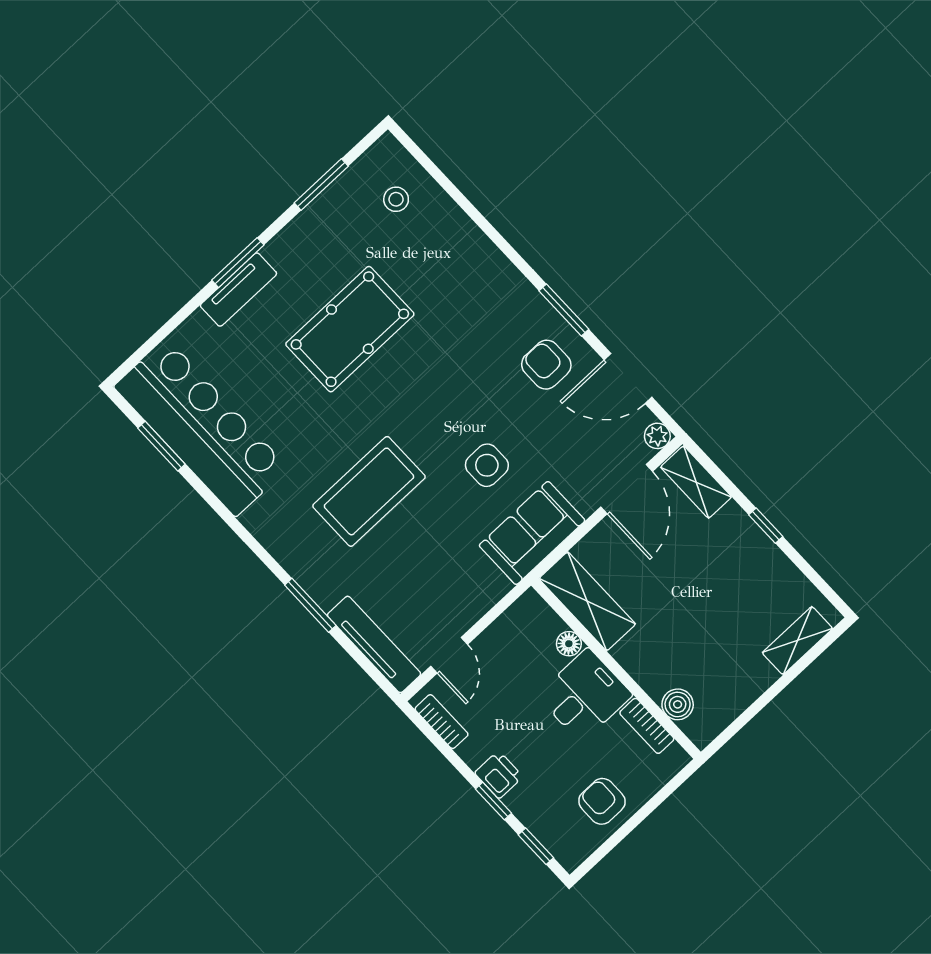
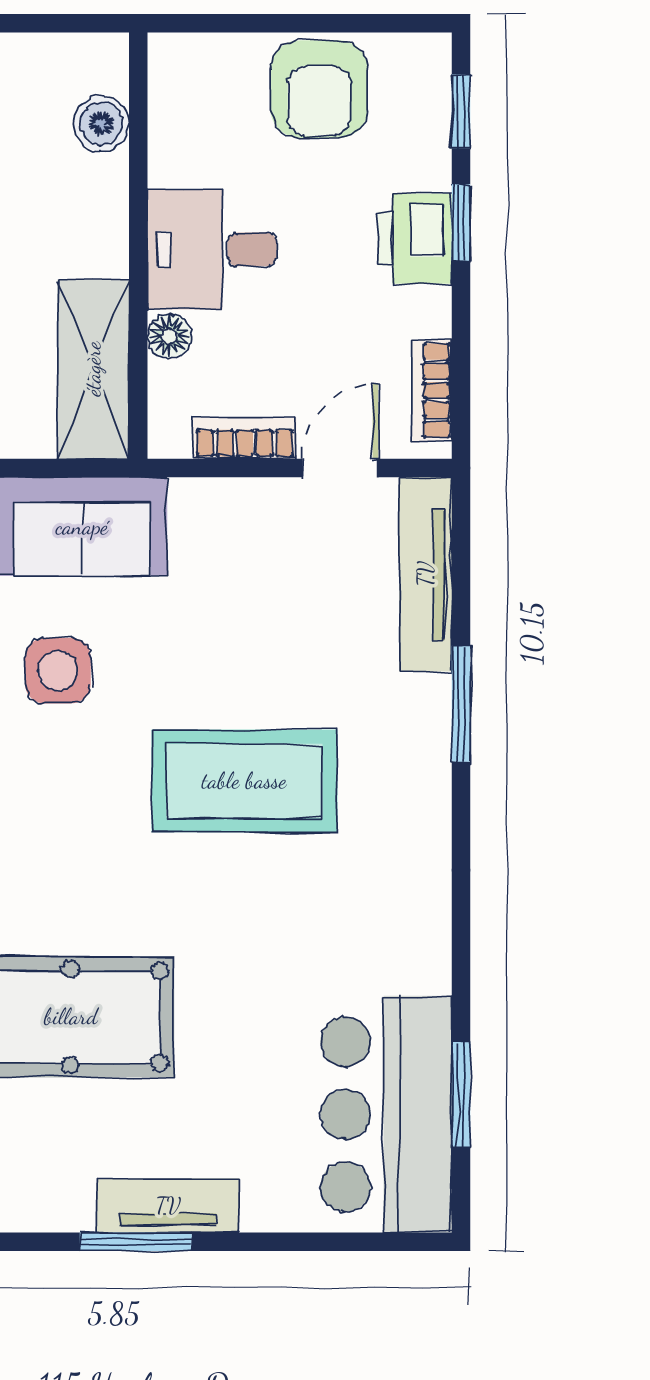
bar counter: (201, 427) -> (386, 1114), width x0.73
bookcase: (647, 726) -> (245, 438), moved, turned -90
printer: (499, 775) -> (415, 239), width x1.36, depth x1.24
armchair: (602, 801) -> (319, 89), width x1.38, depth x1.38

